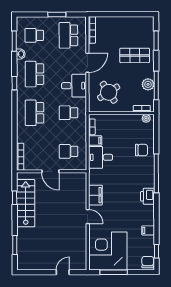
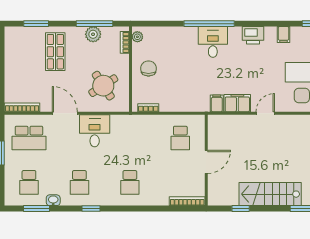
school desk: (34, 74) -> (79, 182), width x0.54
school desk: (34, 113) -> (130, 182), width x0.54
school desk: (69, 113) -> (130, 138), removed
filing cabinet: (95, 141) -> (217, 103), moved
chair: (142, 150) -> (148, 68), moved
desk: (101, 157) -> (213, 42), moved, turned 180
printer: (147, 196) -> (253, 35), moved
stairs: (26, 203) -> (270, 194), moved

